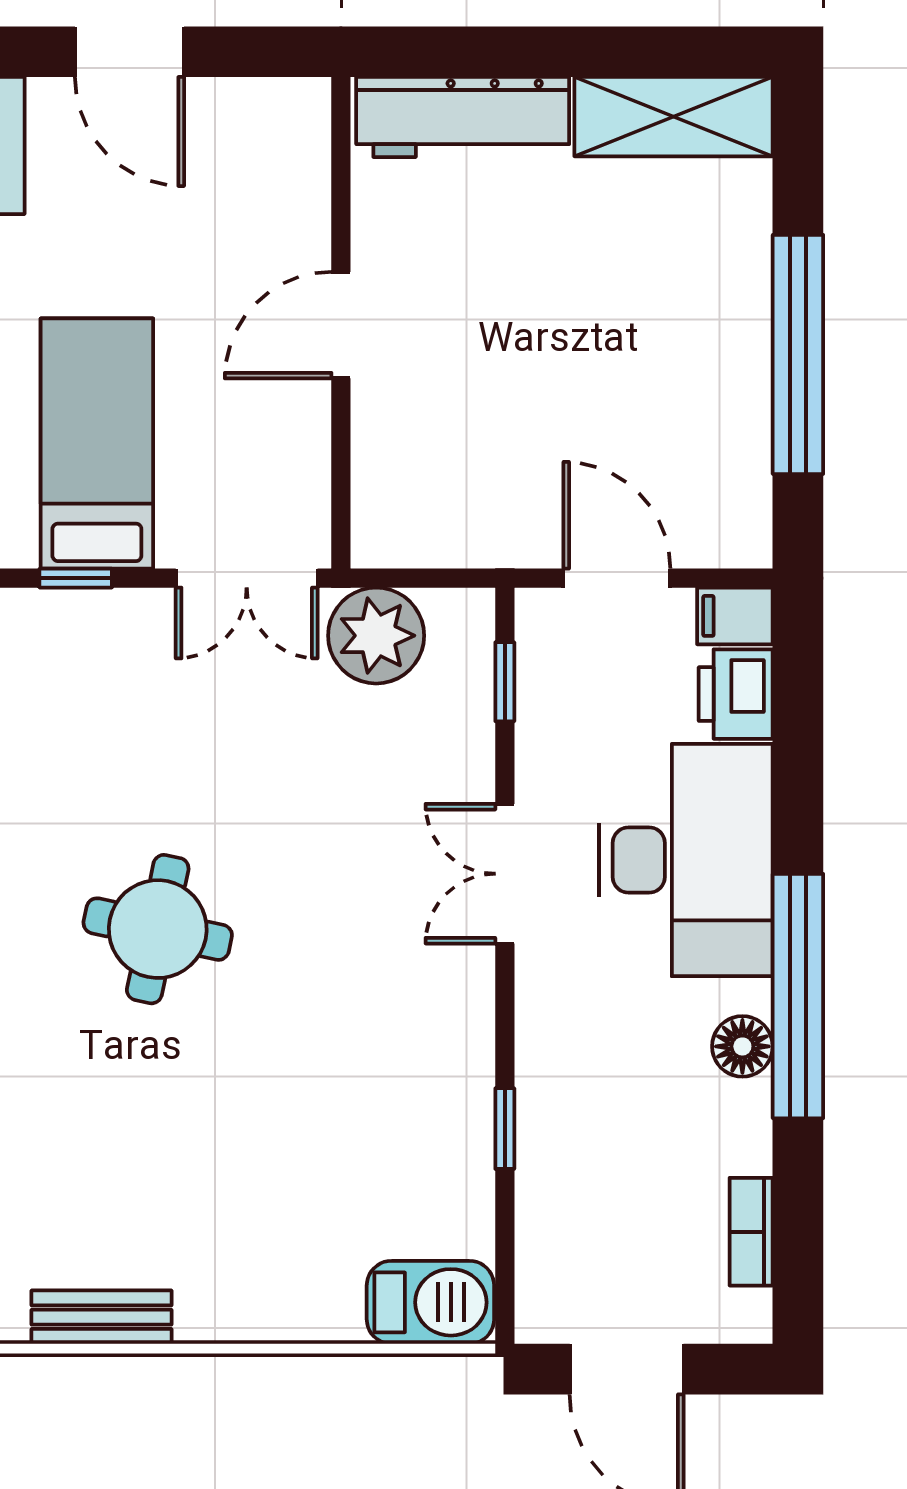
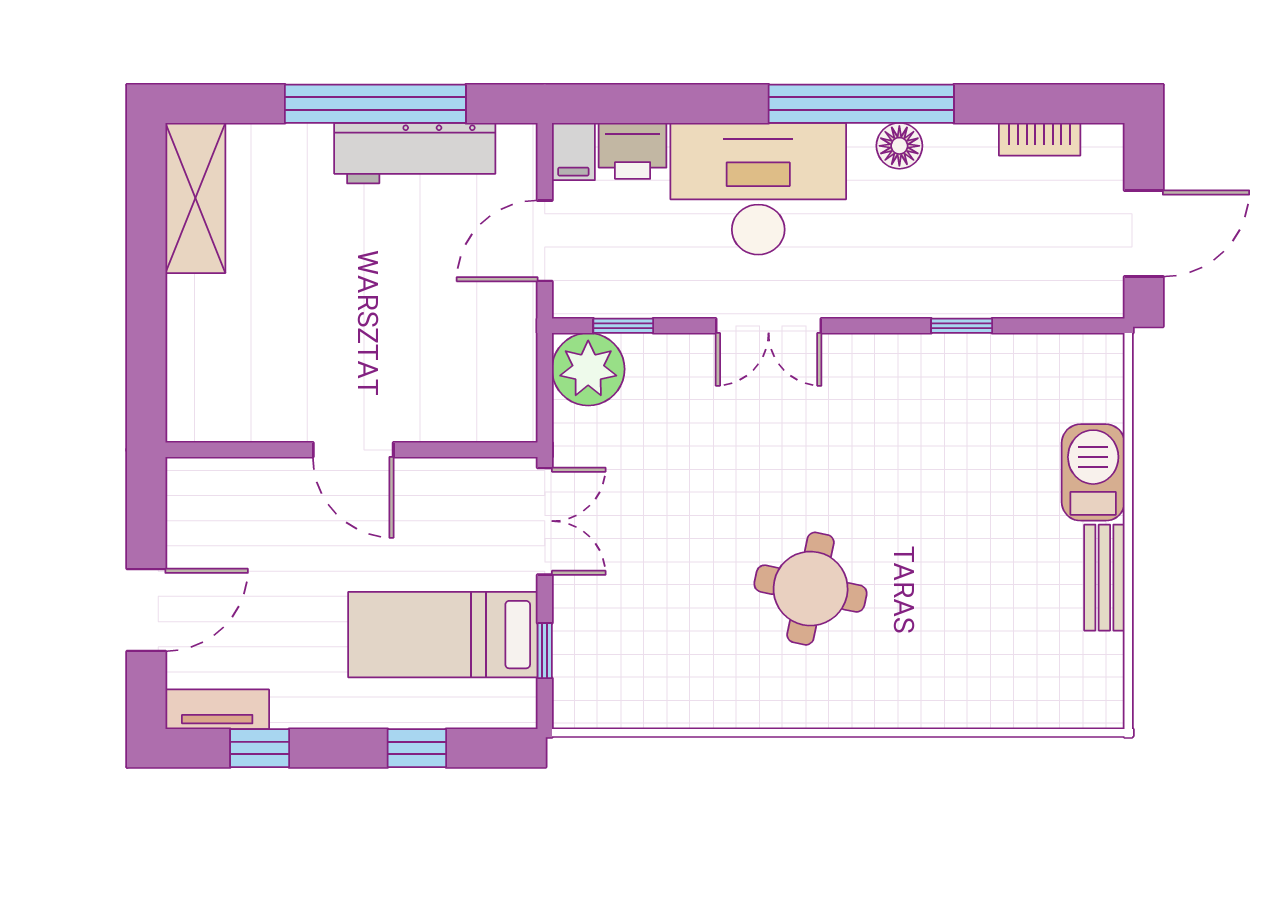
workbench: (463, 117) -> (415, 153), moved, turned 90
plant: (376, 636) -> (588, 369), moved
barbecue: (430, 1302) -> (1093, 472), moved
bench: (102, 1317) -> (1104, 578), moved

